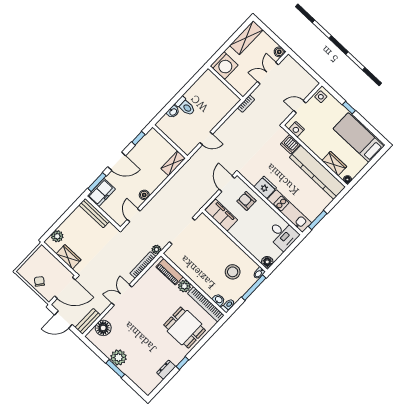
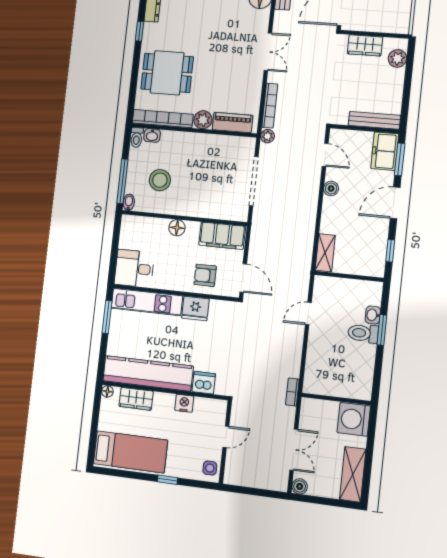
window: (174, 100) -> (382, 330), added
nightstand: (296, 129) -> (184, 403), moved
armchair: (246, 201) -> (205, 275), turned 180
floor lamp: (267, 262) -> (177, 228), moved

